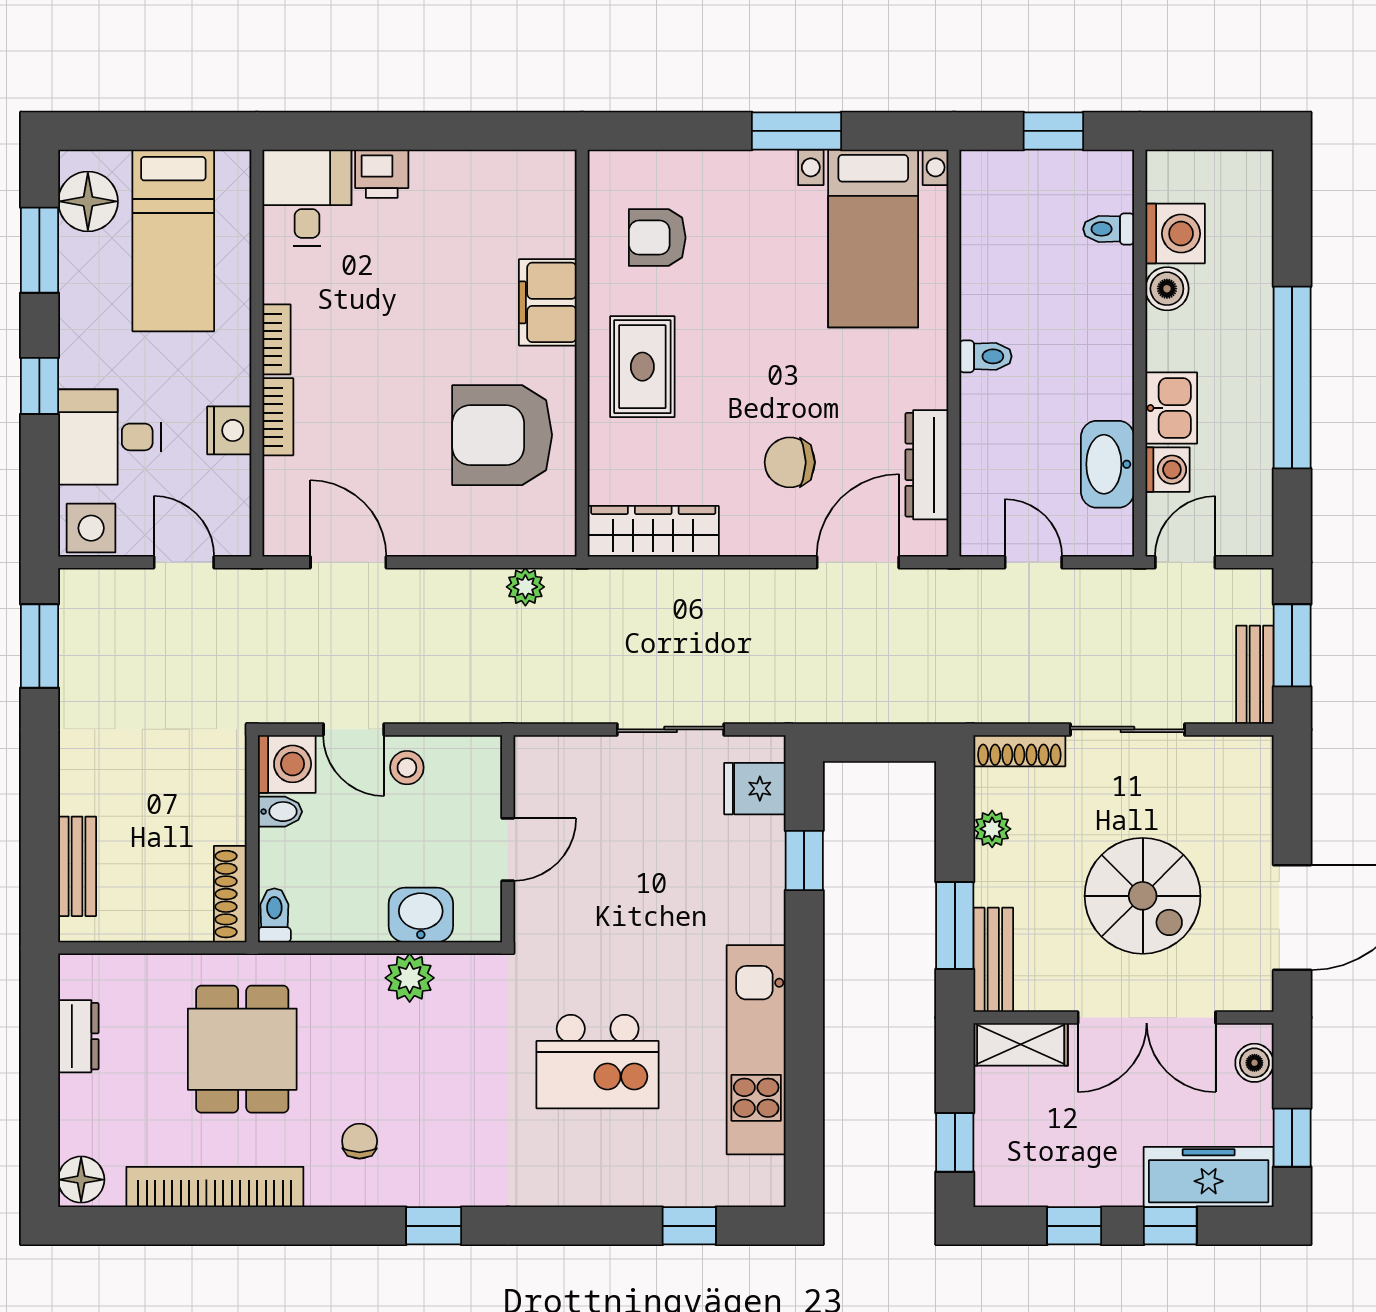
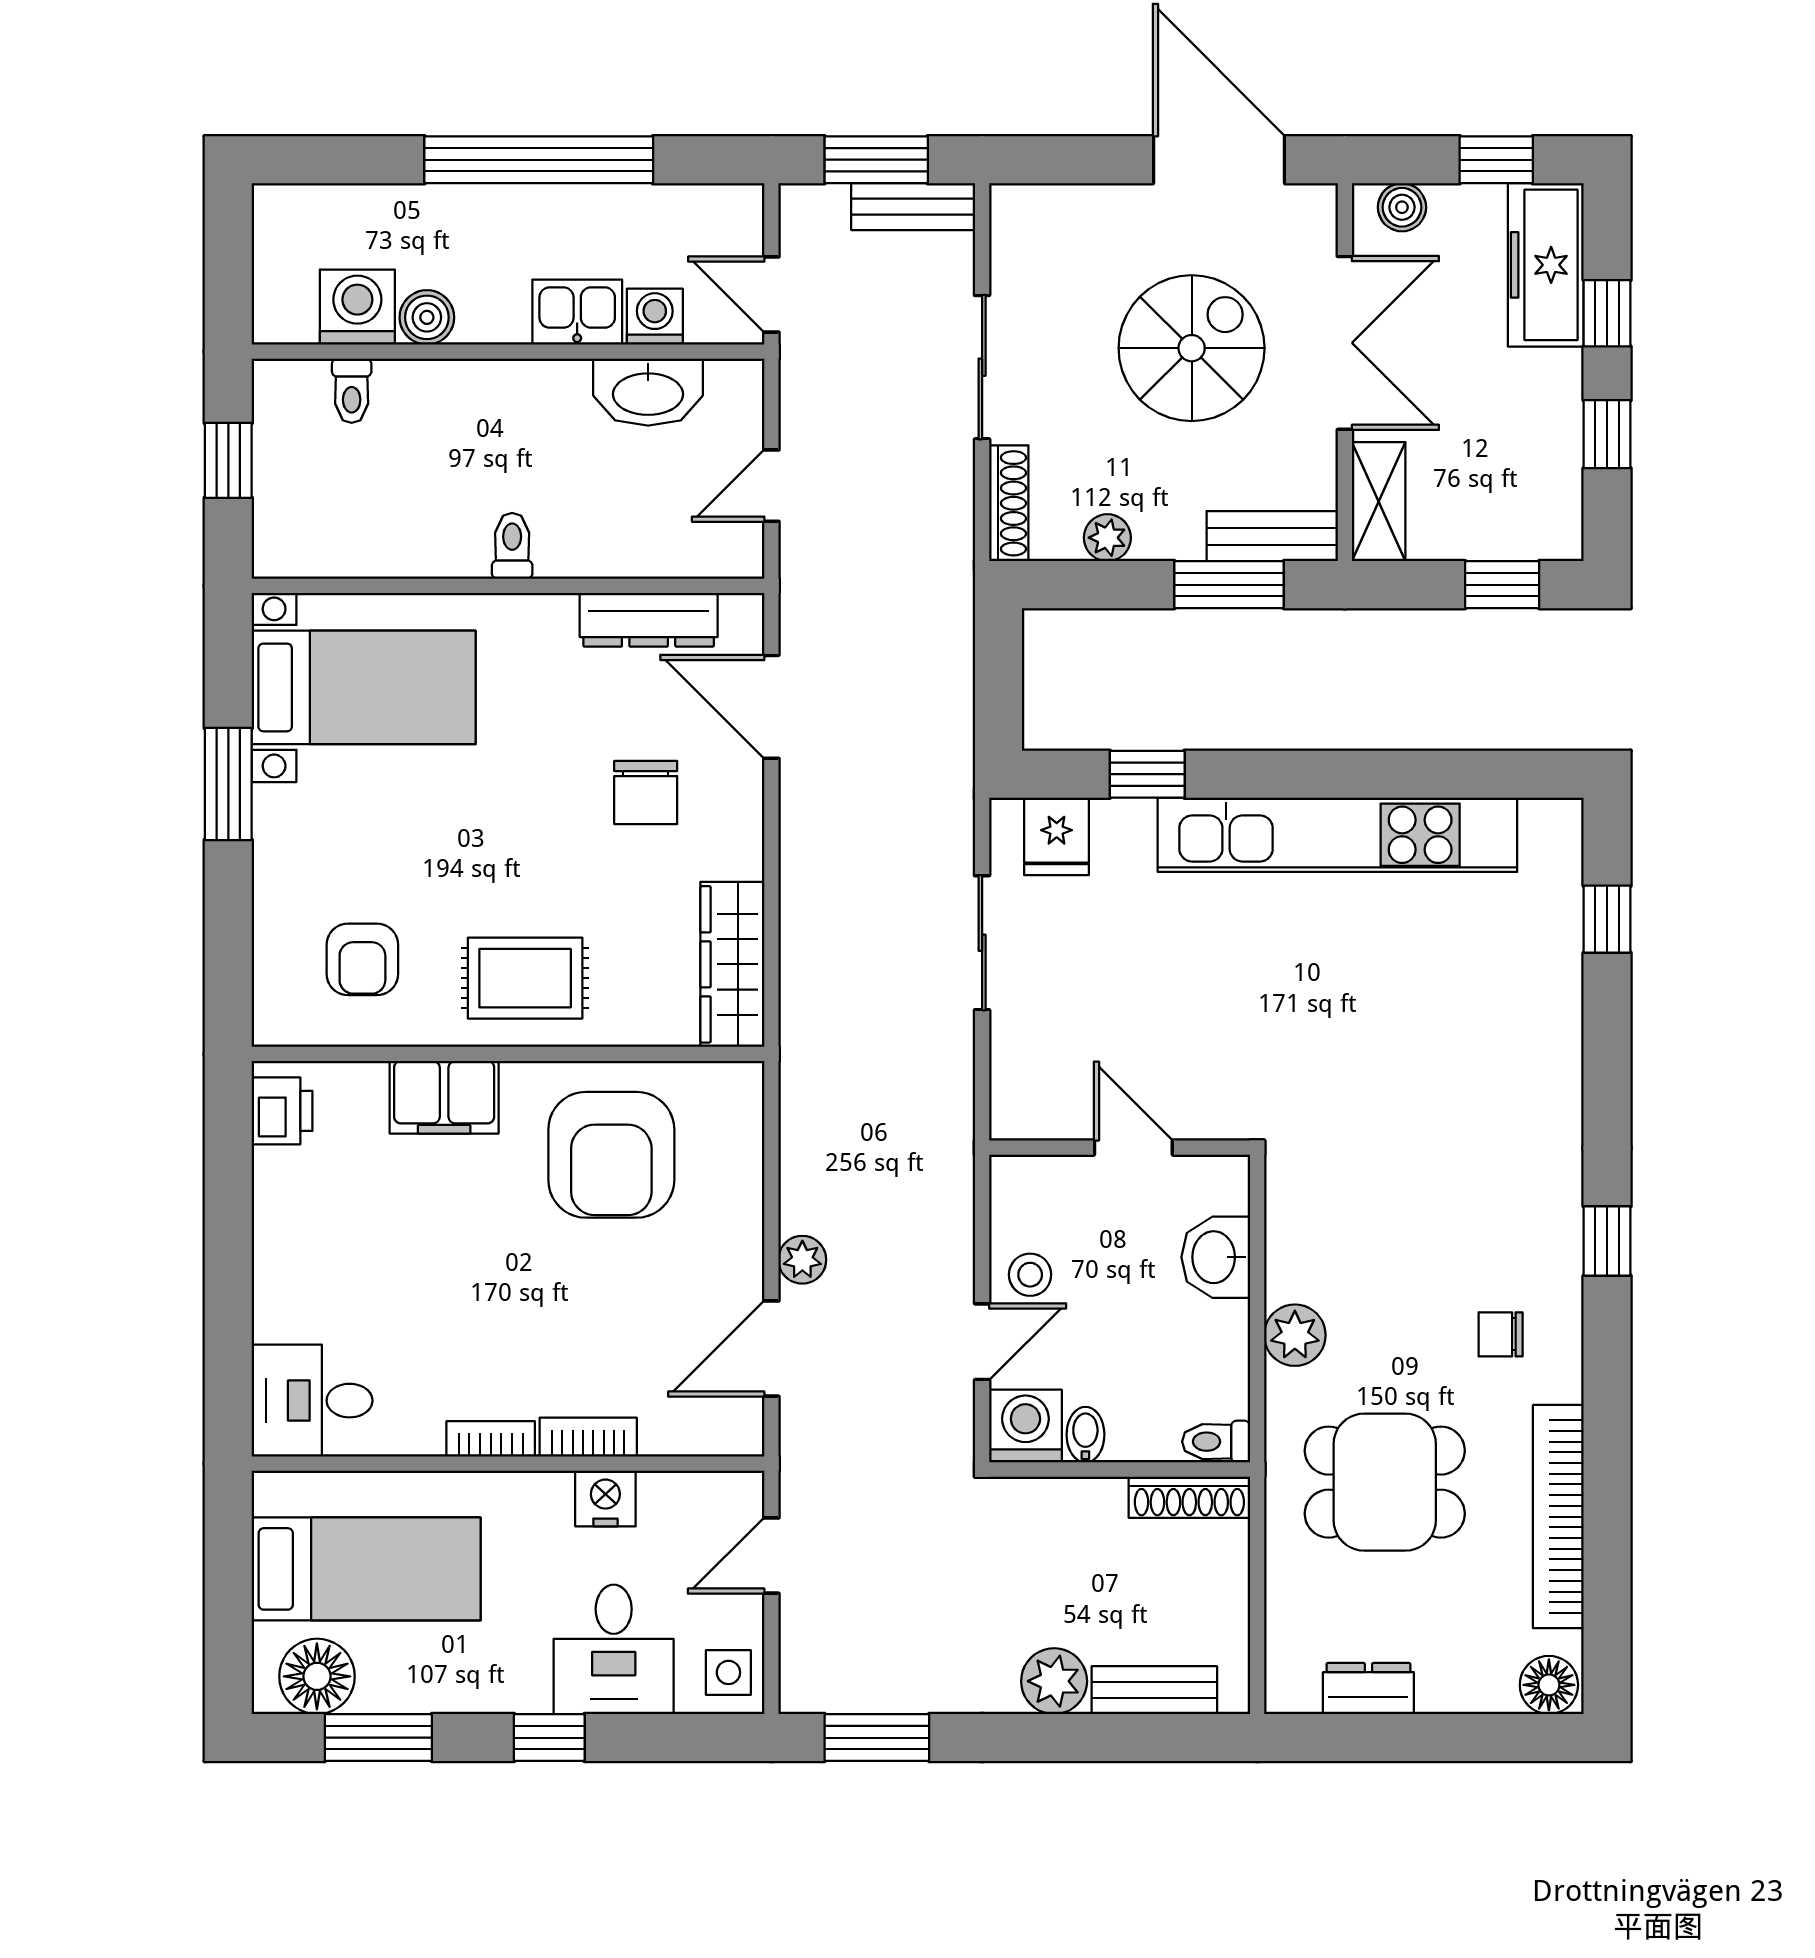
printer: (382, 174) -> (282, 1111), moved
side table: (91, 528) -> (728, 1672), width x0.73, depth x0.73
plant: (525, 587) -> (802, 1260), moved
plant: (84, 787) -> (1054, 1681), added
plant: (410, 978) -> (1295, 1335), moved
kitchen unit: (756, 1050) -> (1337, 835), width x1.36
kitchen island: (598, 1062) -> (1400, 1034), removed

